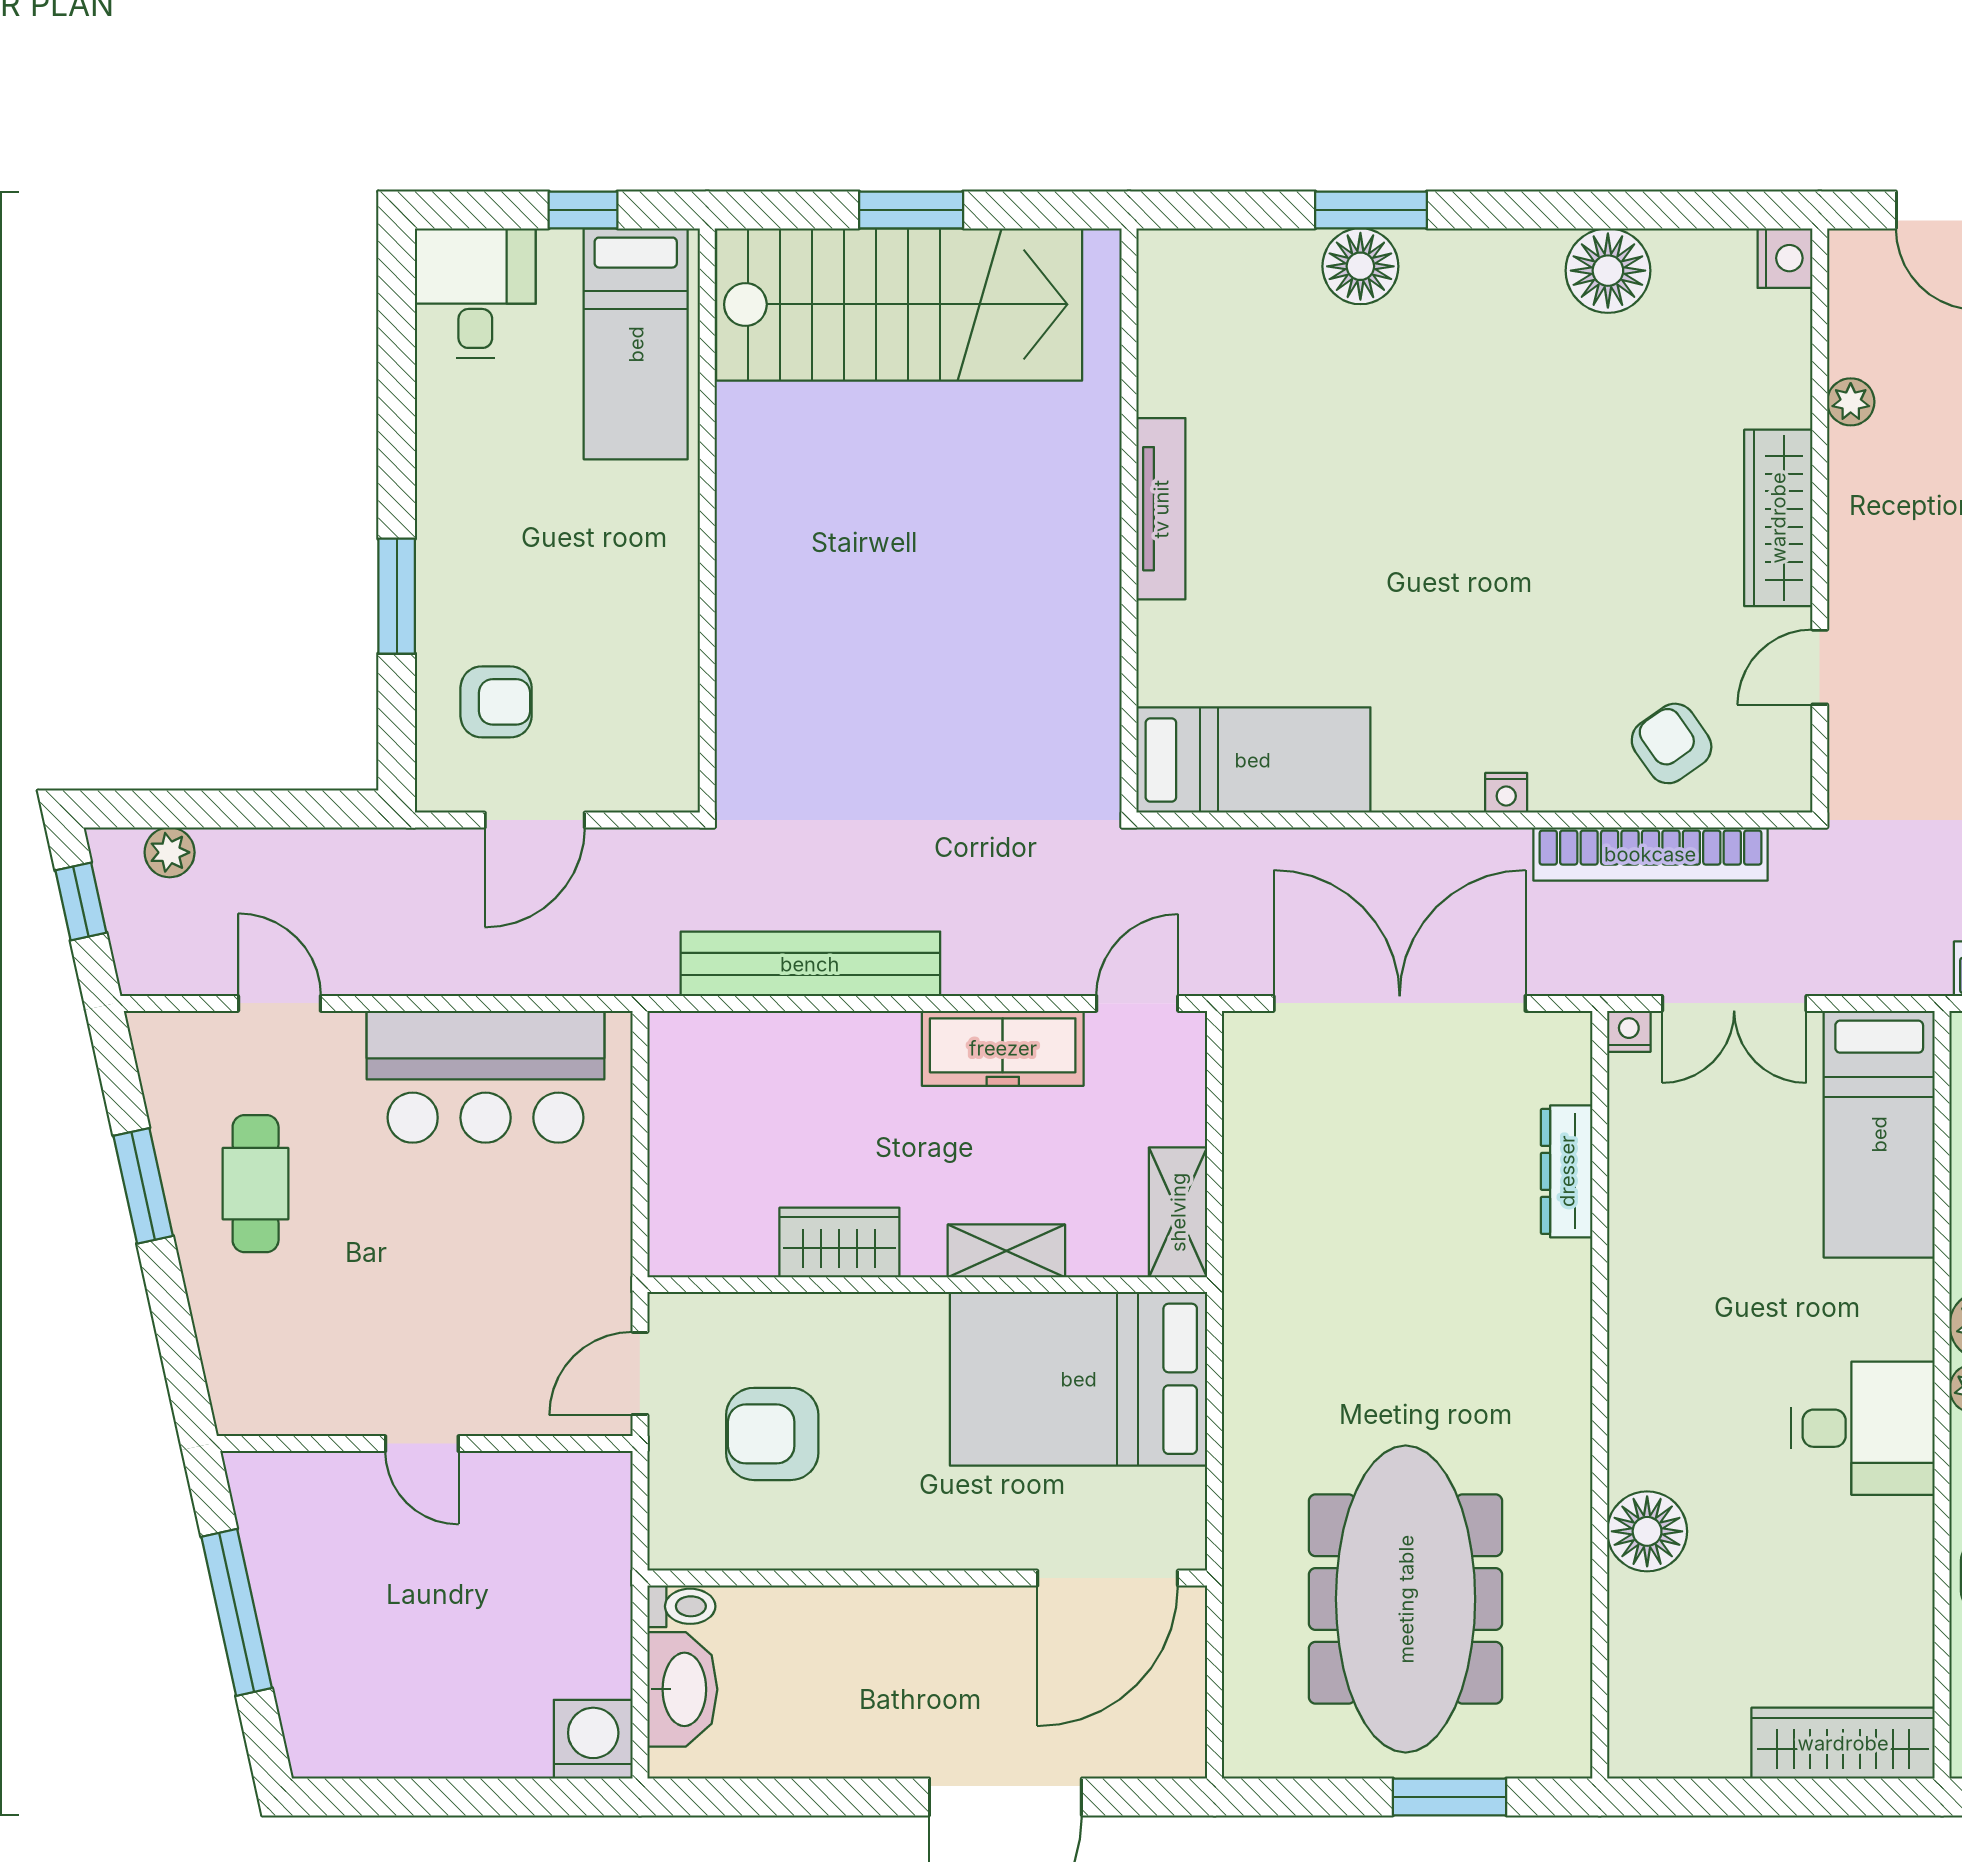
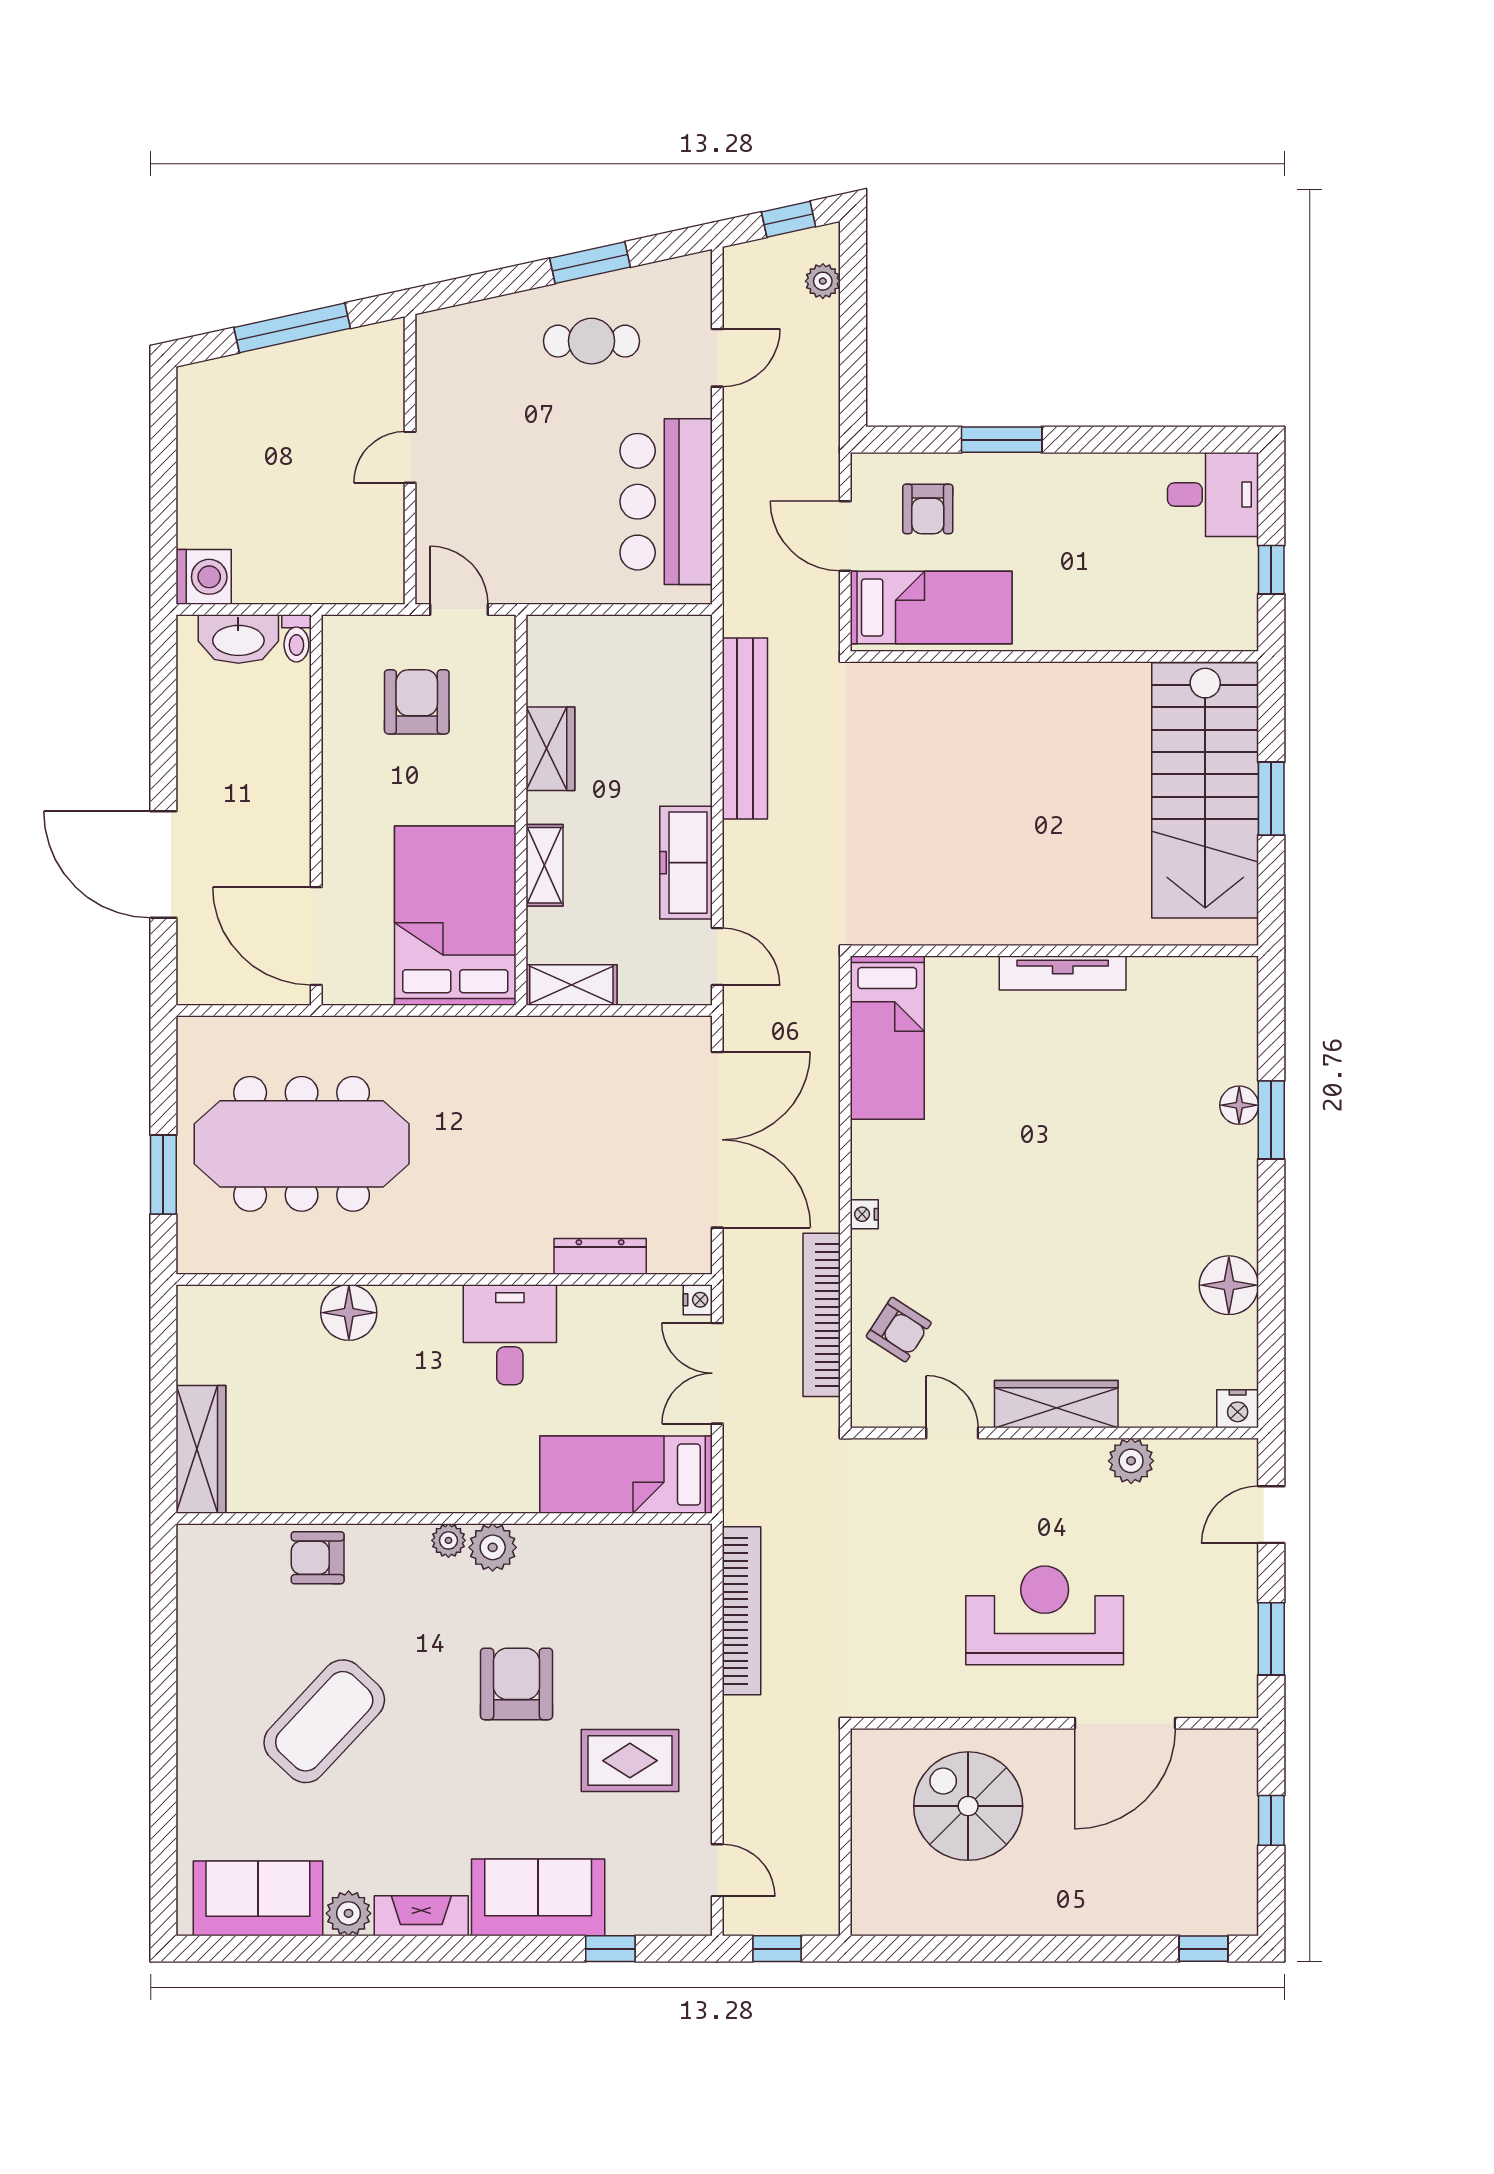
floor lamp: (1360, 266) -> (1239, 1105), width x0.73, depth x0.73
bed: (636, 344) -> (931, 607), moved, turned 180
plant: (1851, 402) -> (1131, 1461), width x1.38, depth x1.38
armchair: (1672, 743) -> (899, 1330), turned 68
desk: (1863, 1428) -> (510, 1335), moved, turned 180

